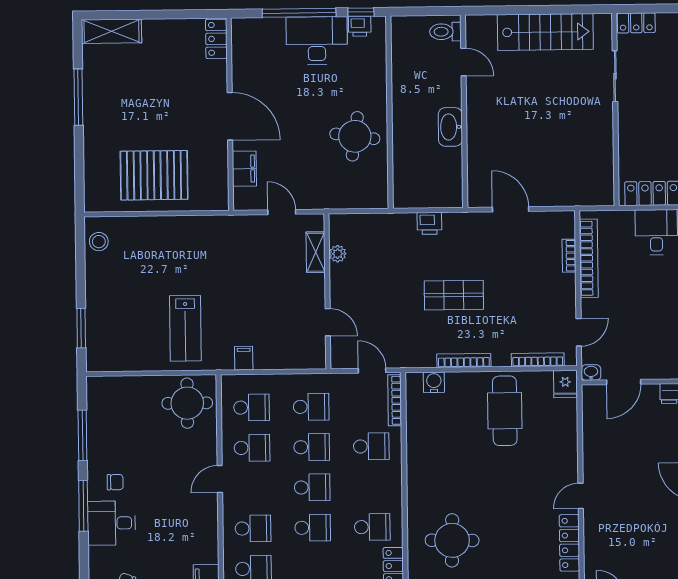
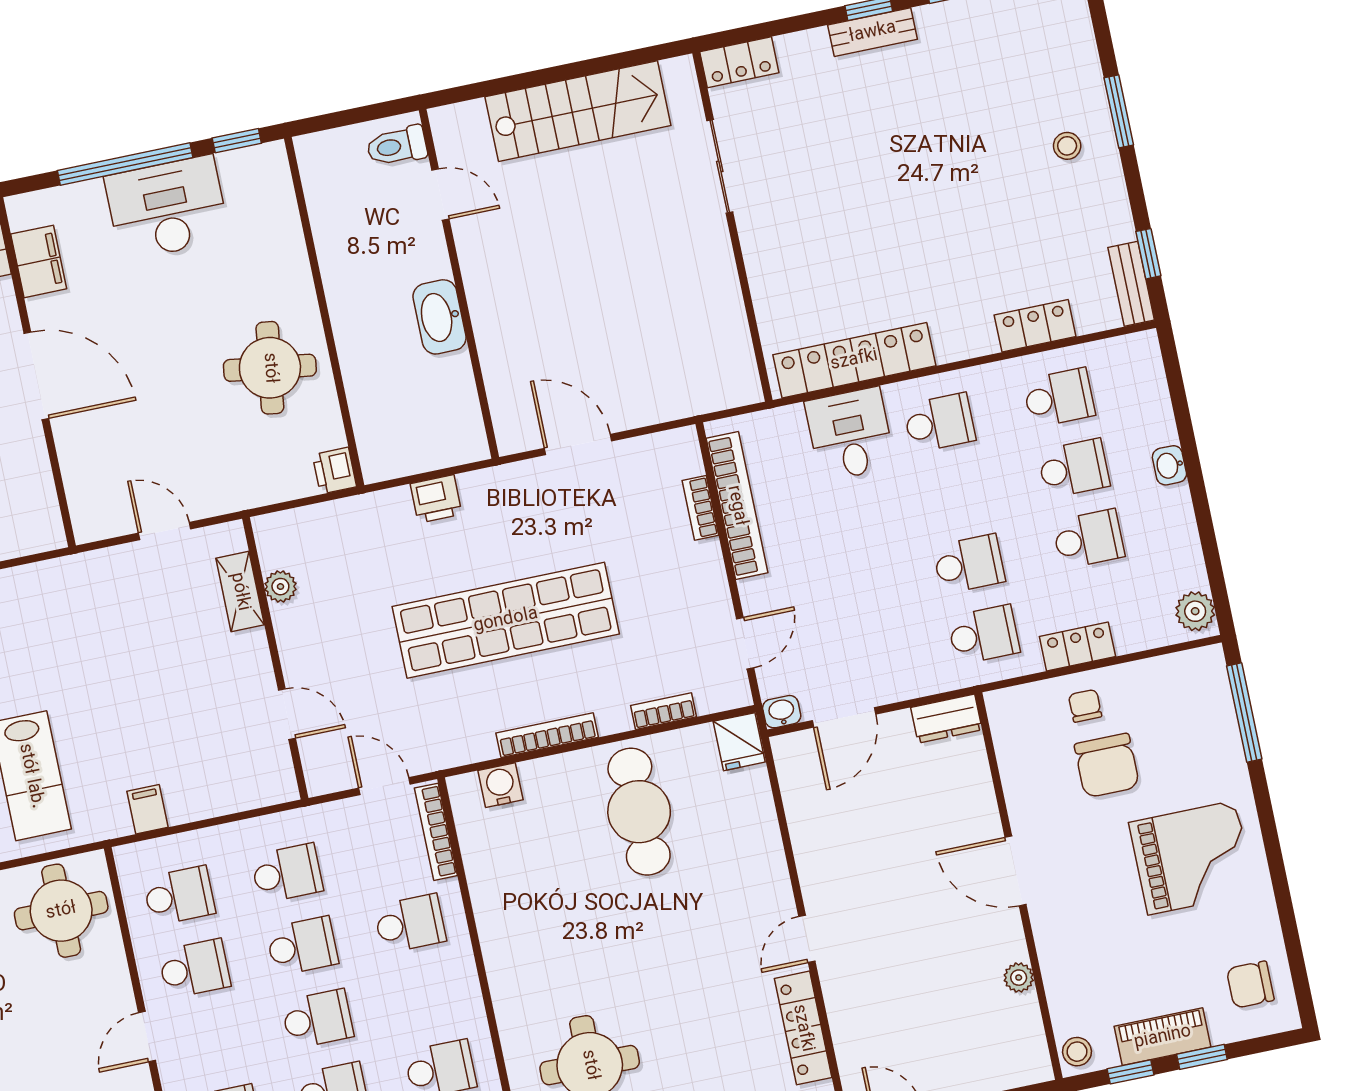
printer: (360, 26) -> (334, 471), moved, turned 90
filing cabinet: (244, 169) -> (39, 261), moved
shop shelf: (454, 295) -> (506, 620), width x2.00, depth x1.36
bookcase: (538, 360) -> (664, 711), width x0.64

